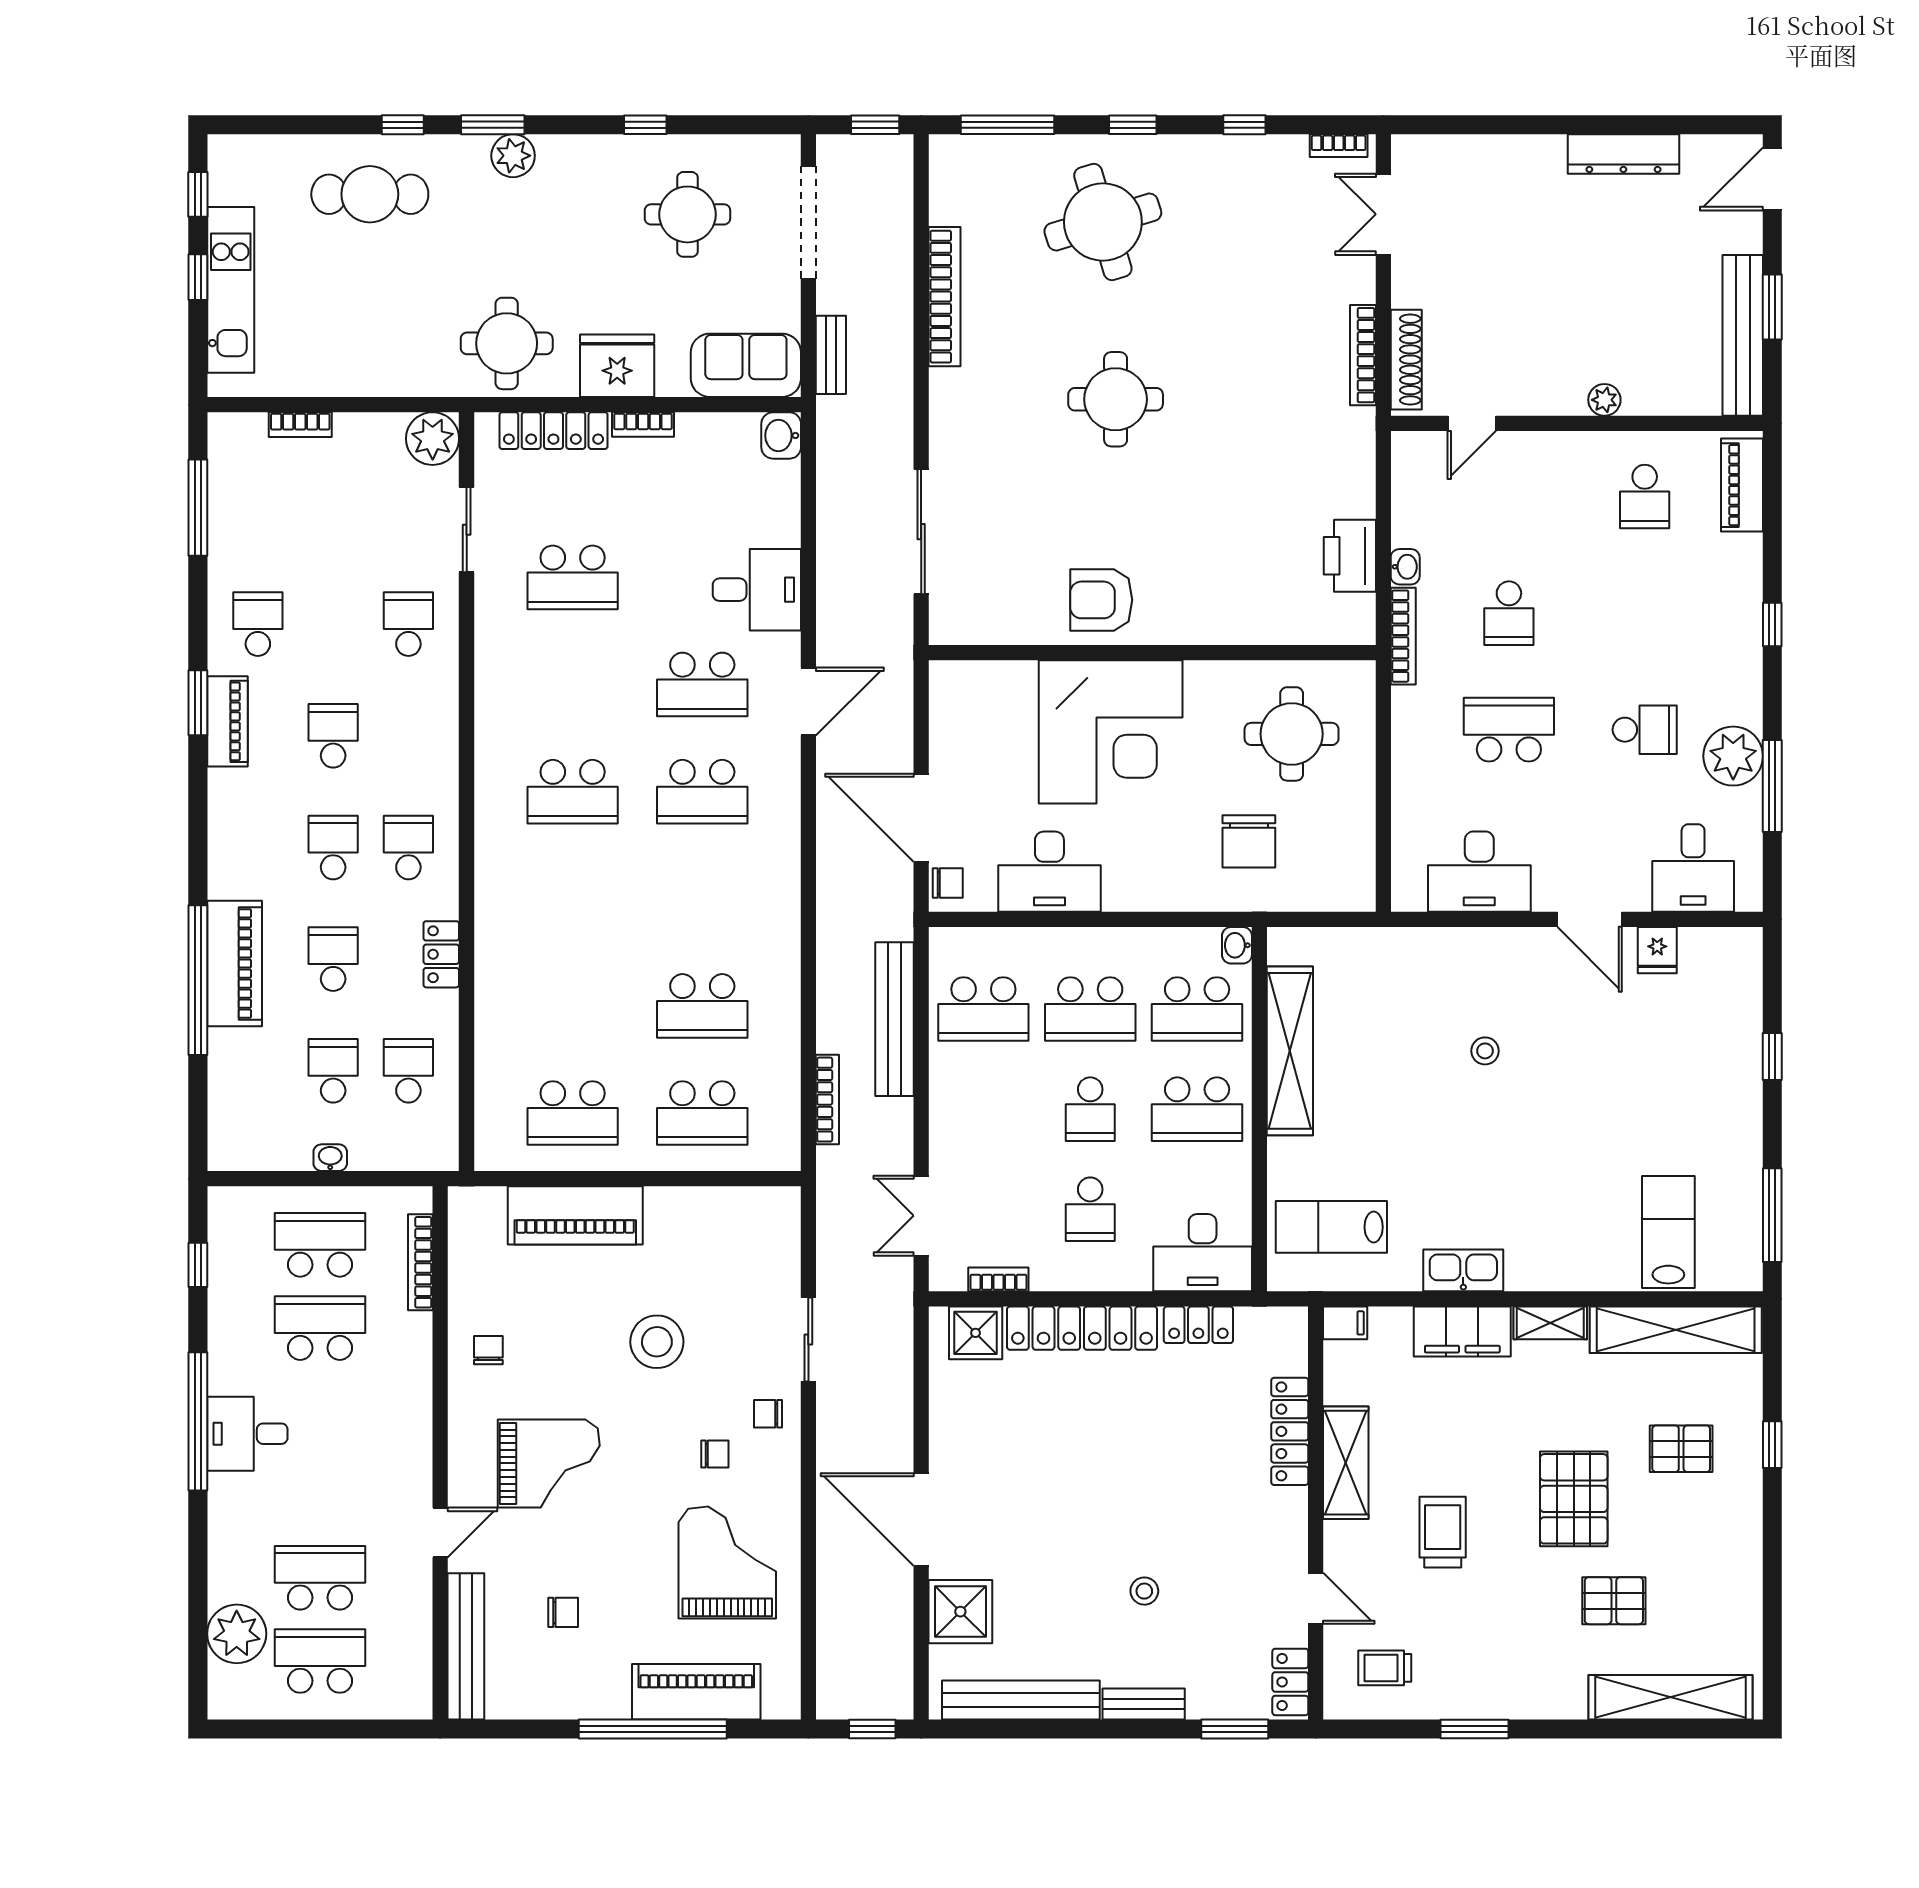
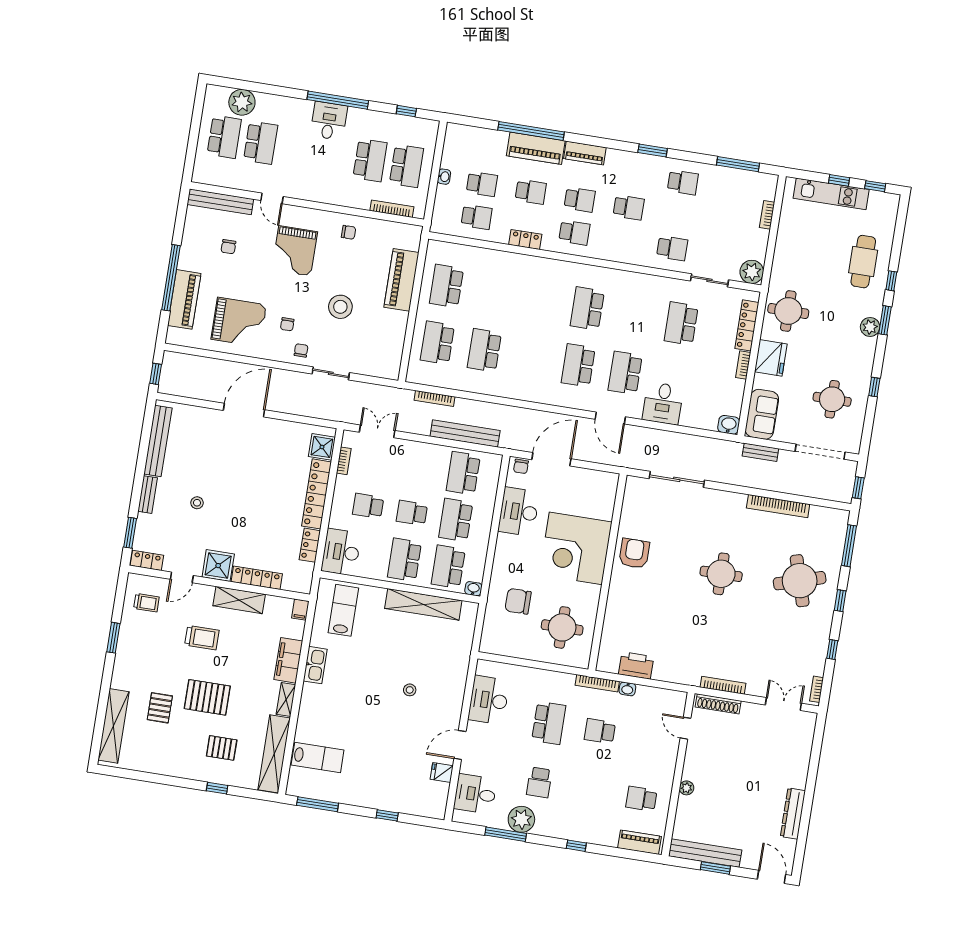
piano: (227, 721) -> (585, 153), moved
pallet: (1681, 1449) -> (222, 748), turned 90
shower: (960, 1612) -> (218, 566), moved
trolley: (1385, 1668) -> (146, 603), turned 90

